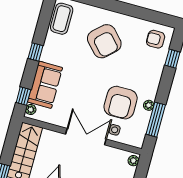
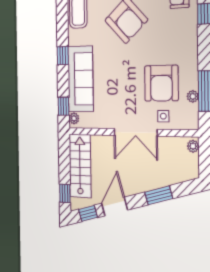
sofa: (45, 85) -> (81, 79), width x1.36
plant: (149, 105) -> (193, 96), moved
double door: (86, 137) -> (135, 132), swing flipped

